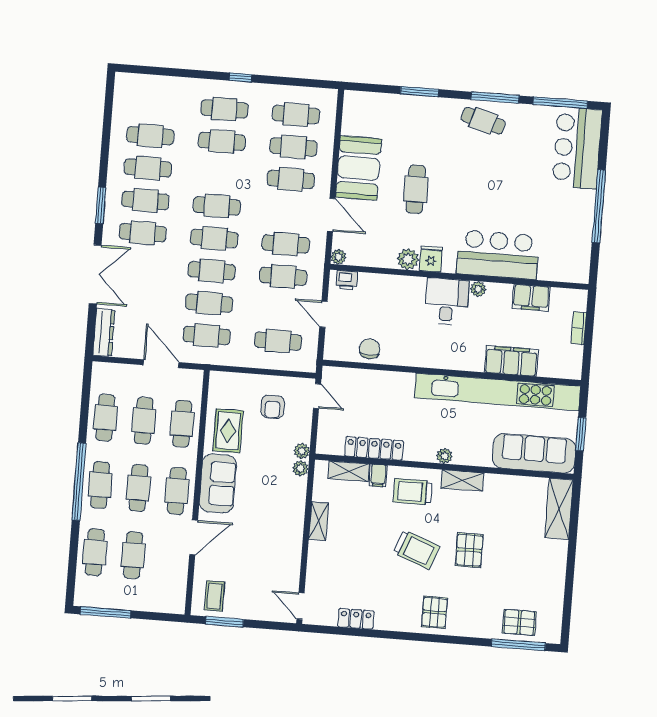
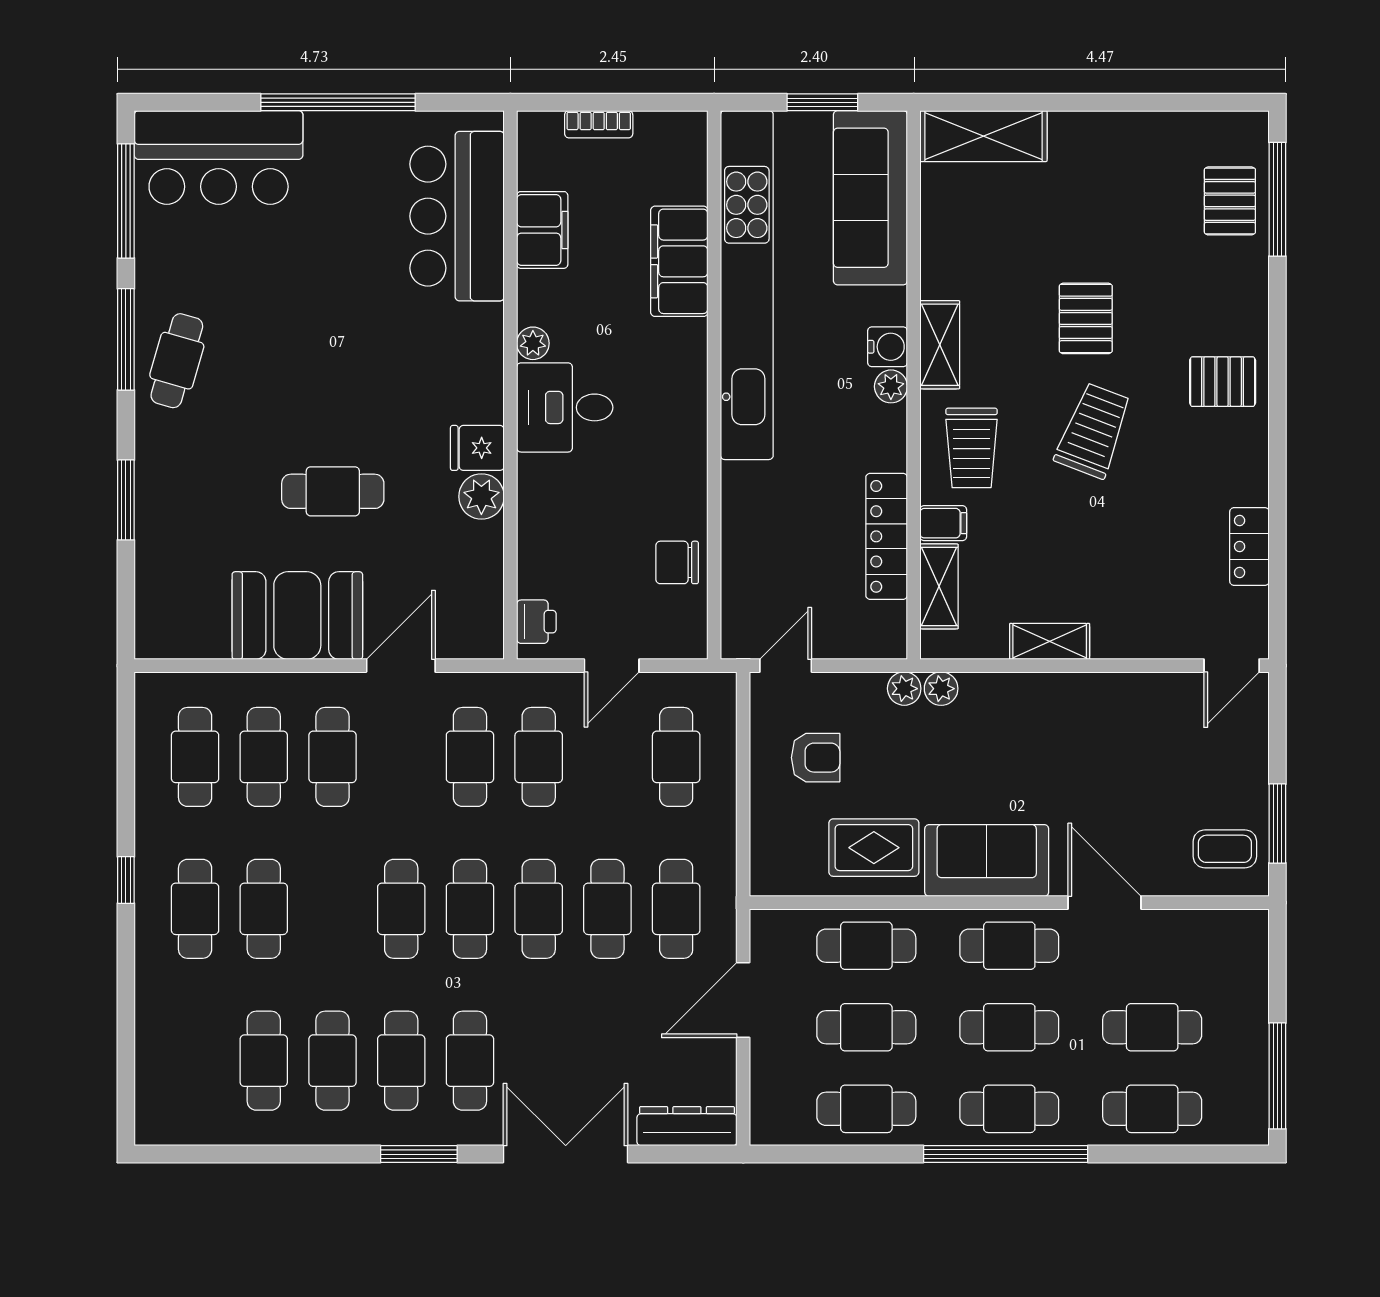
bar counter: (498, 255) -> (457, 216), moved
plant: (338, 257) -> (488, 643), removed
water cooler: (463, 456) -> (887, 347), added
pallet: (469, 550) -> (1086, 318), turned 90

